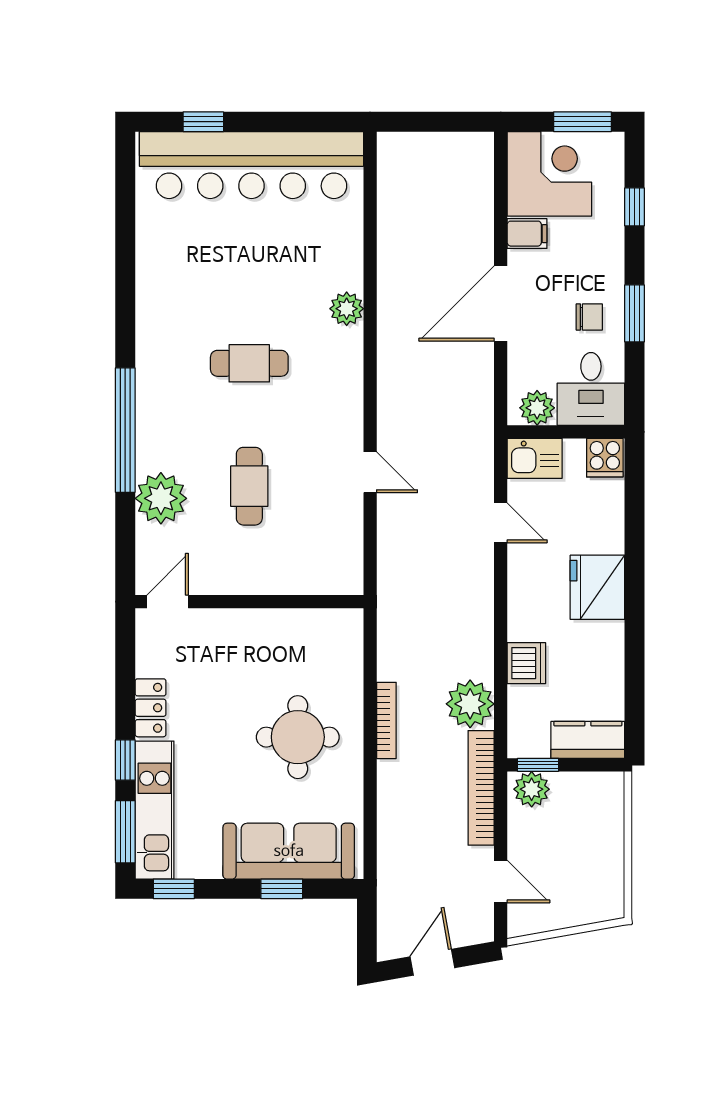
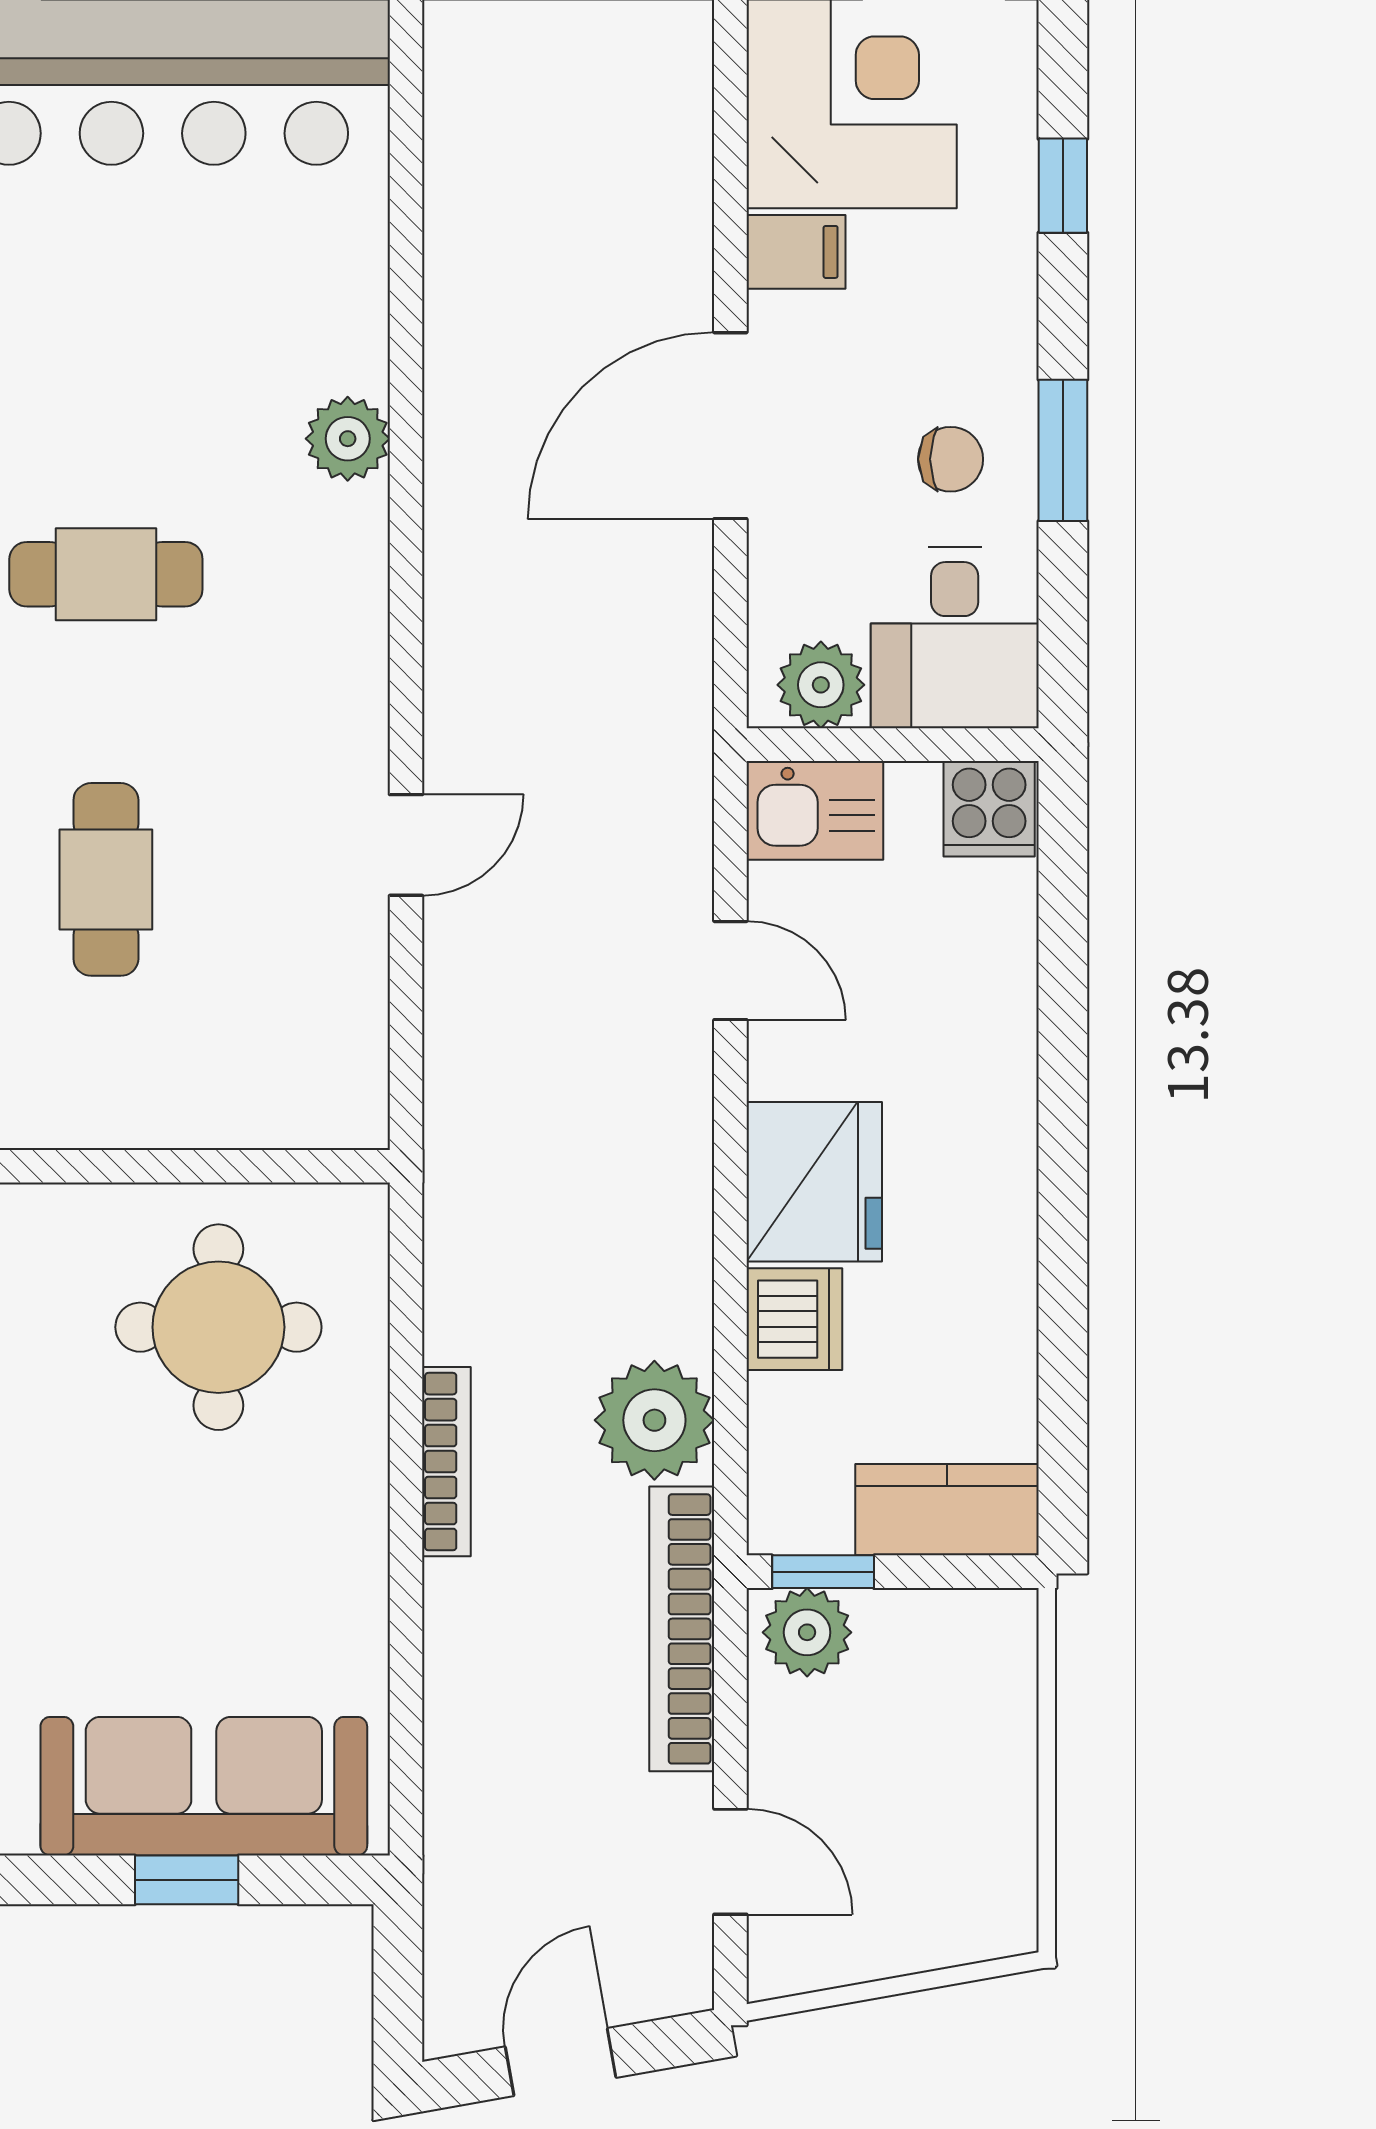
door: (370, 472) -> (406, 845), hinge flipped
fridge: (597, 587) -> (814, 1182), moved, turned 180
round table: (298, 737) -> (218, 1327), moved

